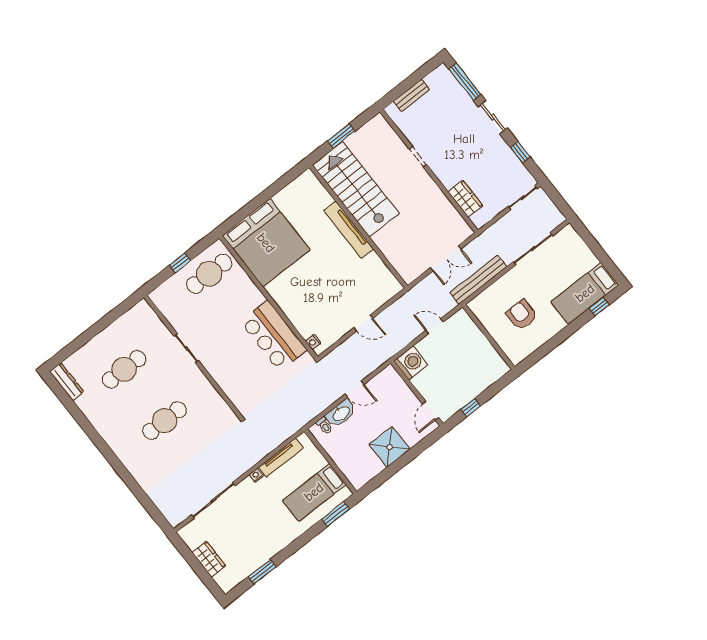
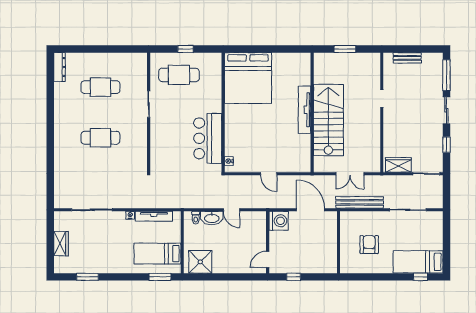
stairs: (356, 189) -> (328, 120), moved
wardrobe: (465, 199) -> (398, 165), moved, turned -90
cafe table: (209, 274) -> (179, 75), moved
door: (434, 326) -> (311, 210), width x1.87
shower: (389, 447) -> (200, 262), moved

